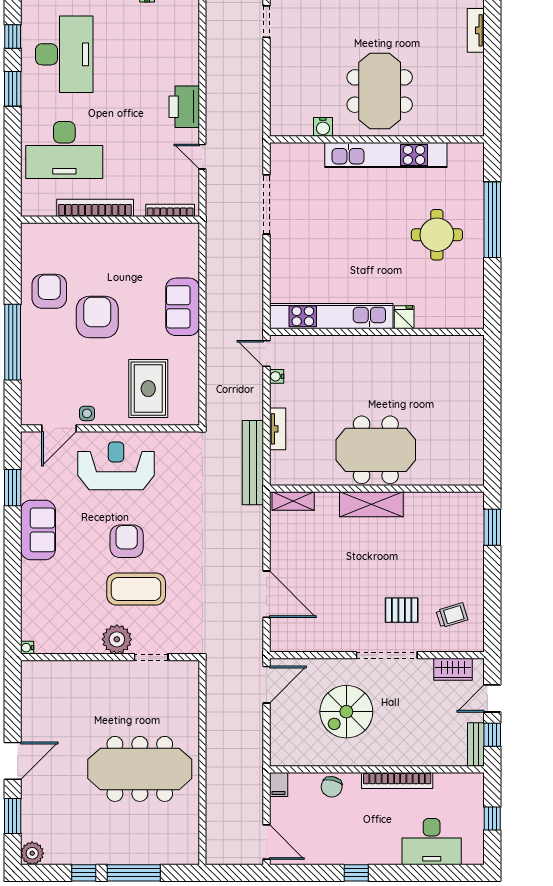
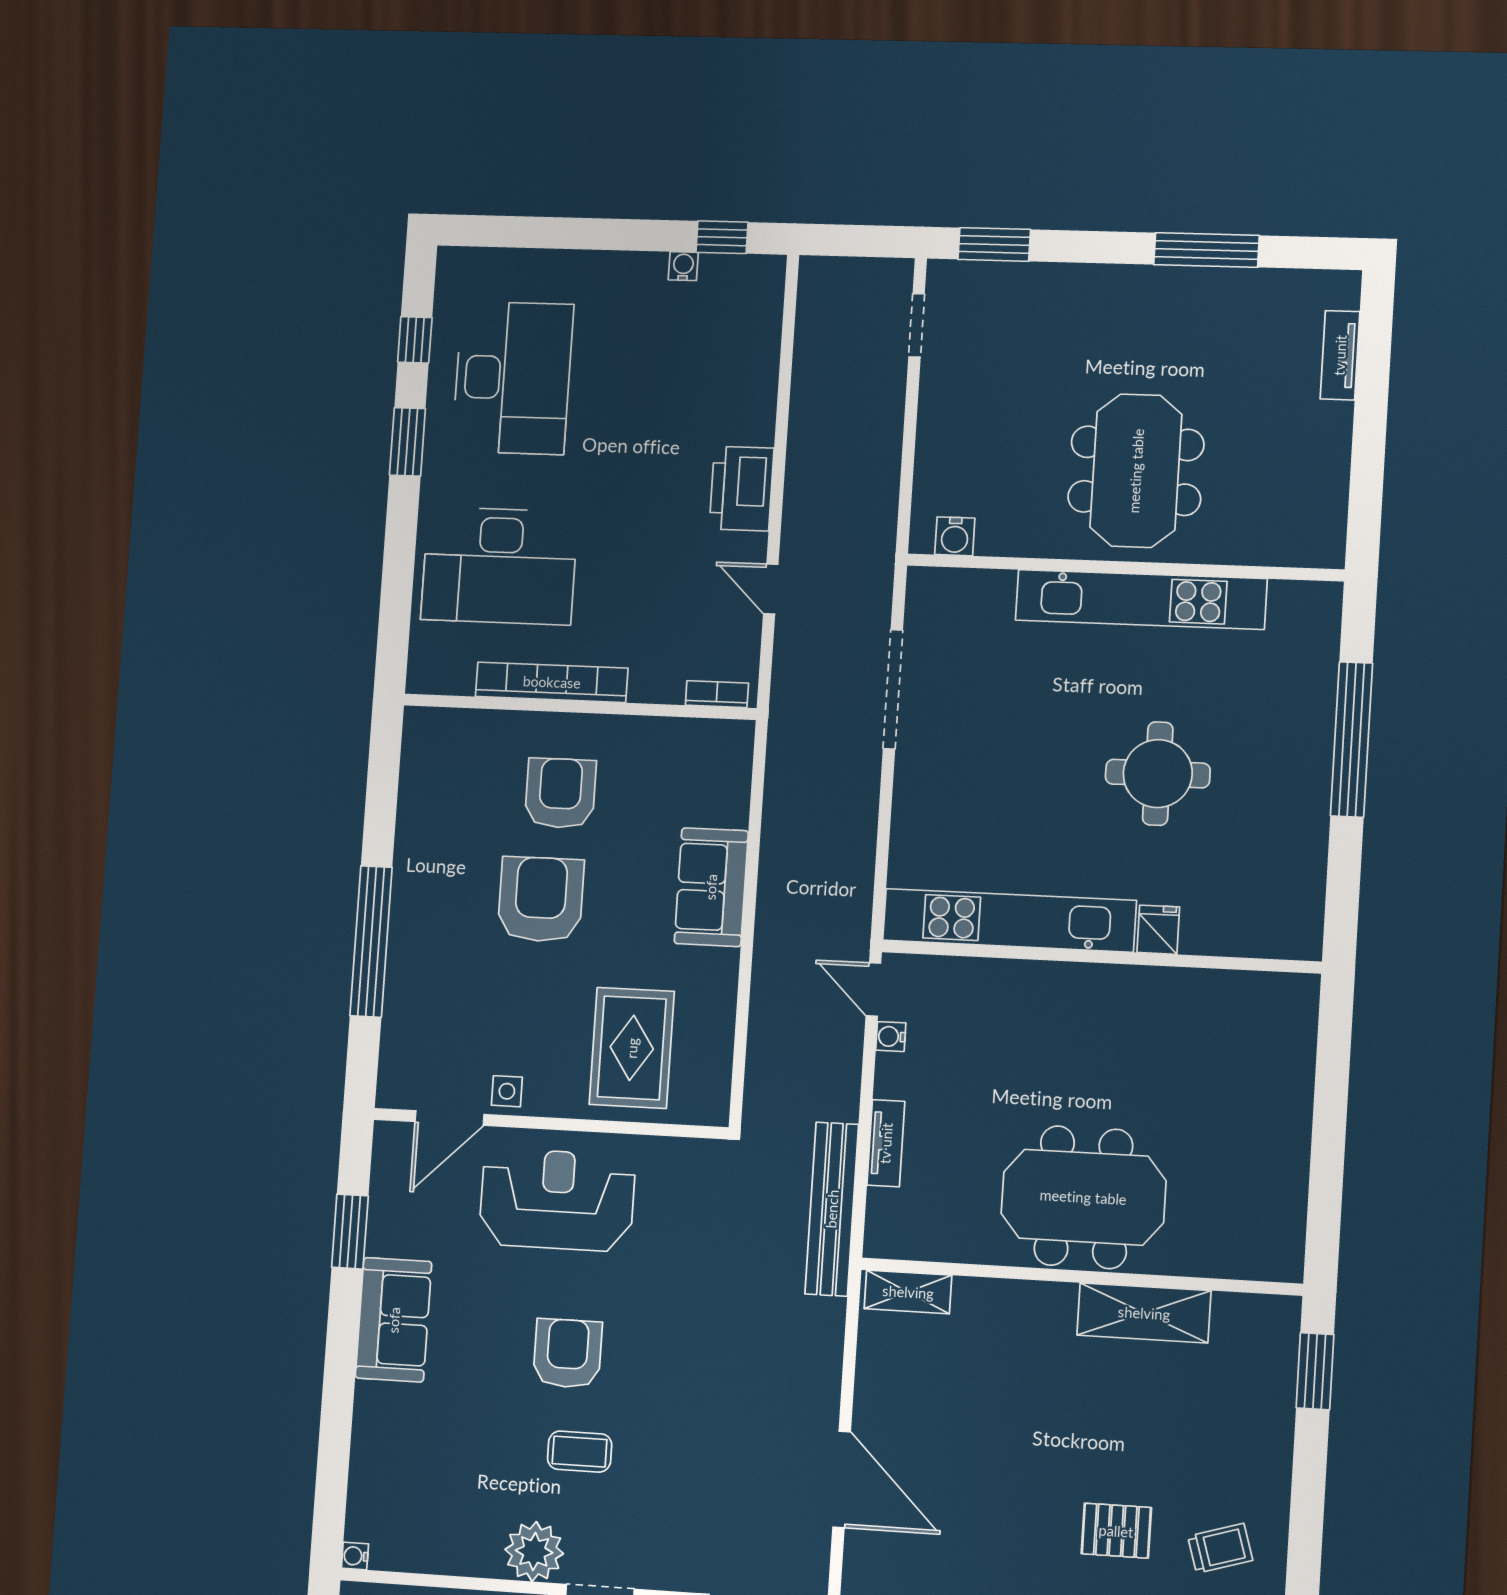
water cooler: (323, 127) -> (955, 536), moved
bookcase: (170, 210) -> (717, 694), width x0.64
round table: (437, 235) -> (1158, 774), moved
armchair: (49, 291) -> (560, 793), moved
shelving: (371, 504) -> (1144, 1313), moved
coffee table: (136, 589) -> (580, 1452), width x0.54, depth x0.58

